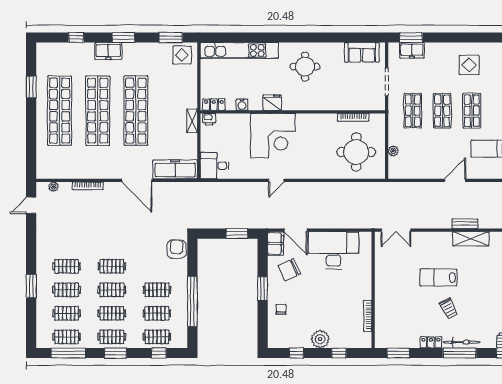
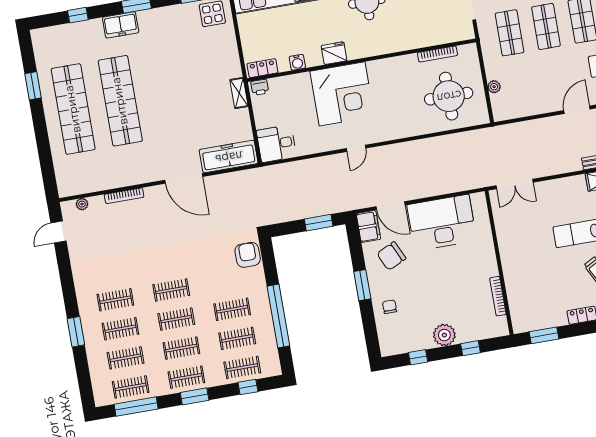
shop shelf: (136, 111) -> (167, 93), removed

